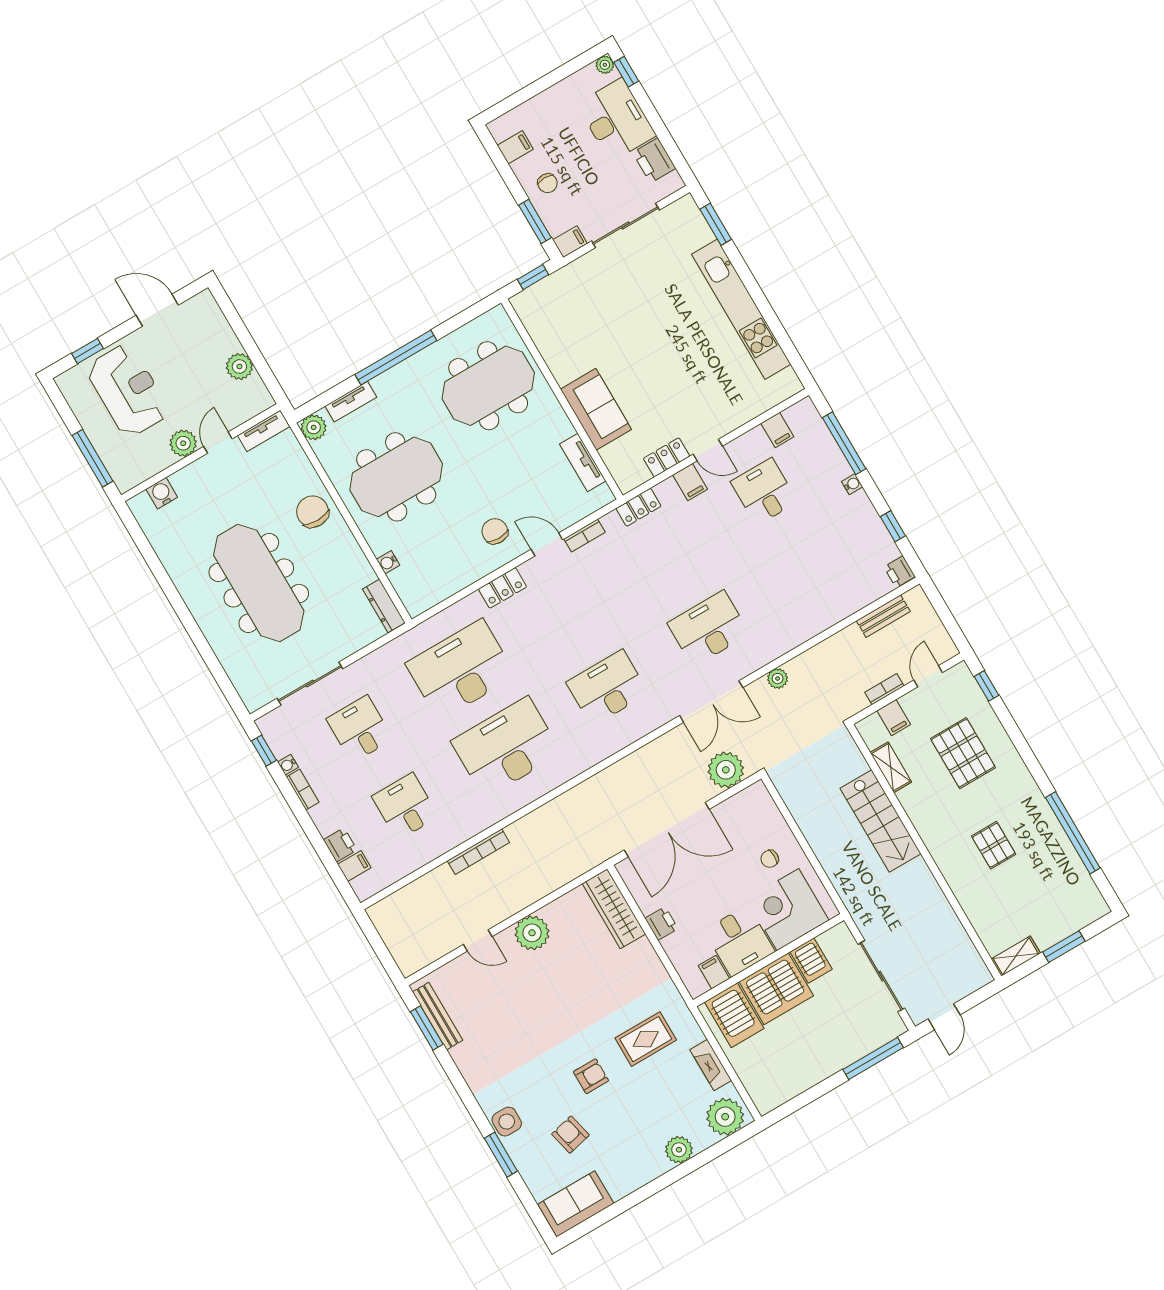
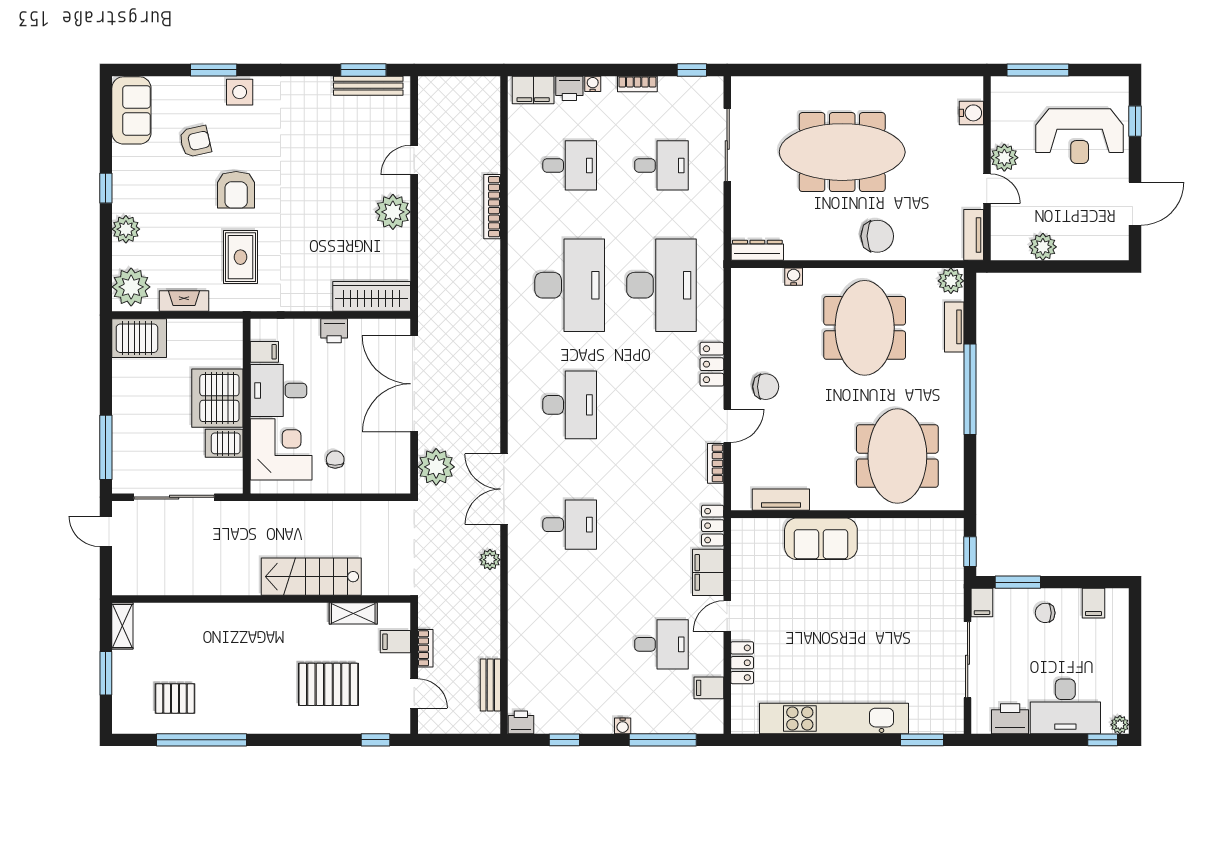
locker: (667, 457) -> (742, 663), moved
filing cabinet: (690, 482) -> (708, 572), width x2.00
desk: (709, 629) -> (570, 525), width x0.73
water cooler: (288, 765) -> (593, 84), moved
pallet: (994, 845) -> (175, 698), moved
filing cabinet: (354, 866) -> (533, 90), width x2.00
server rack: (734, 1015) -> (139, 338), moved, turned 180
armchair: (591, 1076) -> (236, 190), width x1.38, depth x1.38
window: (654, 1187) -> (106, 188), added

